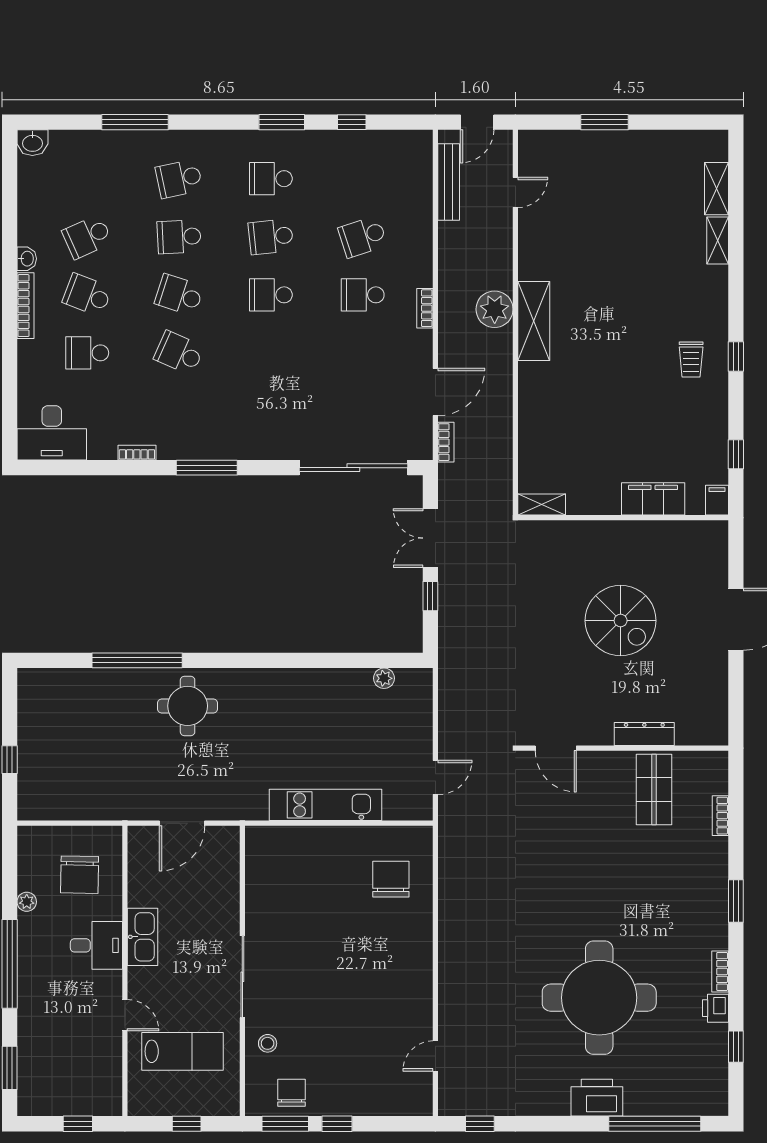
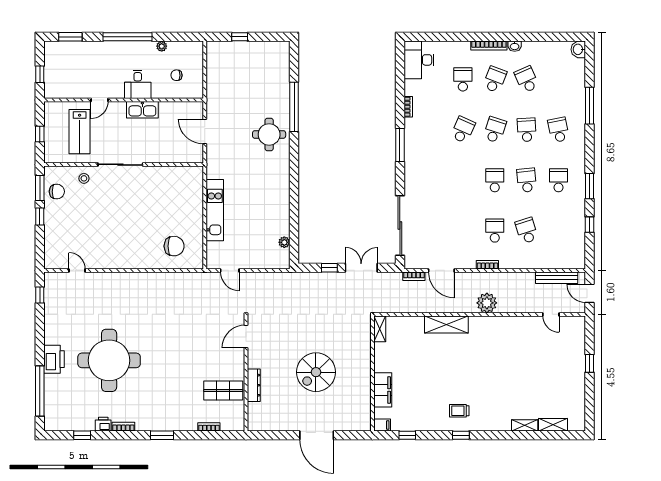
window: (604, 122) -> (590, 363), width x0.67
shelving: (534, 321) -> (446, 324), moved
chair: (80, 875) -> (177, 75), width x0.54, depth x0.54

